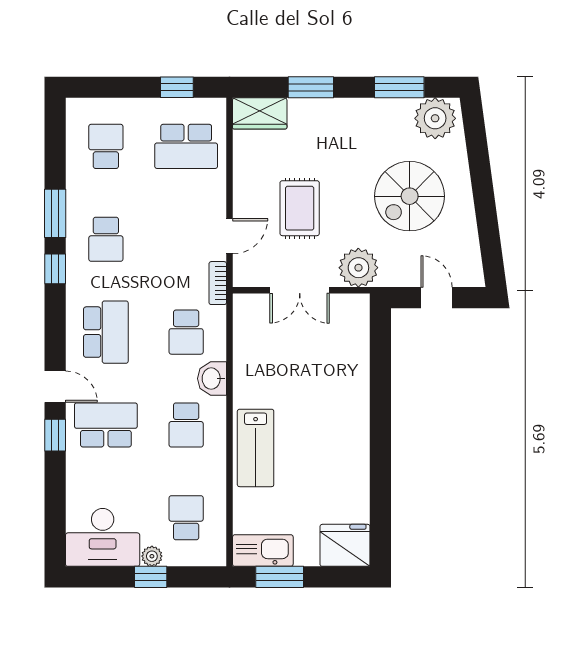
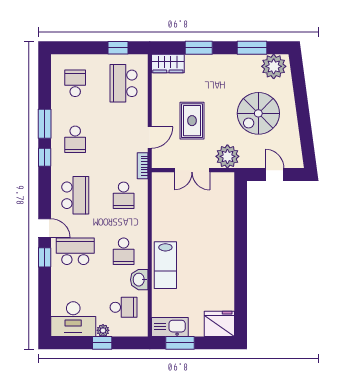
school desk: (186, 146) -> (124, 83), turned 90
washbasin: (212, 379) -> (139, 280), moved
school desk: (186, 518) -> (124, 307), turned 90

